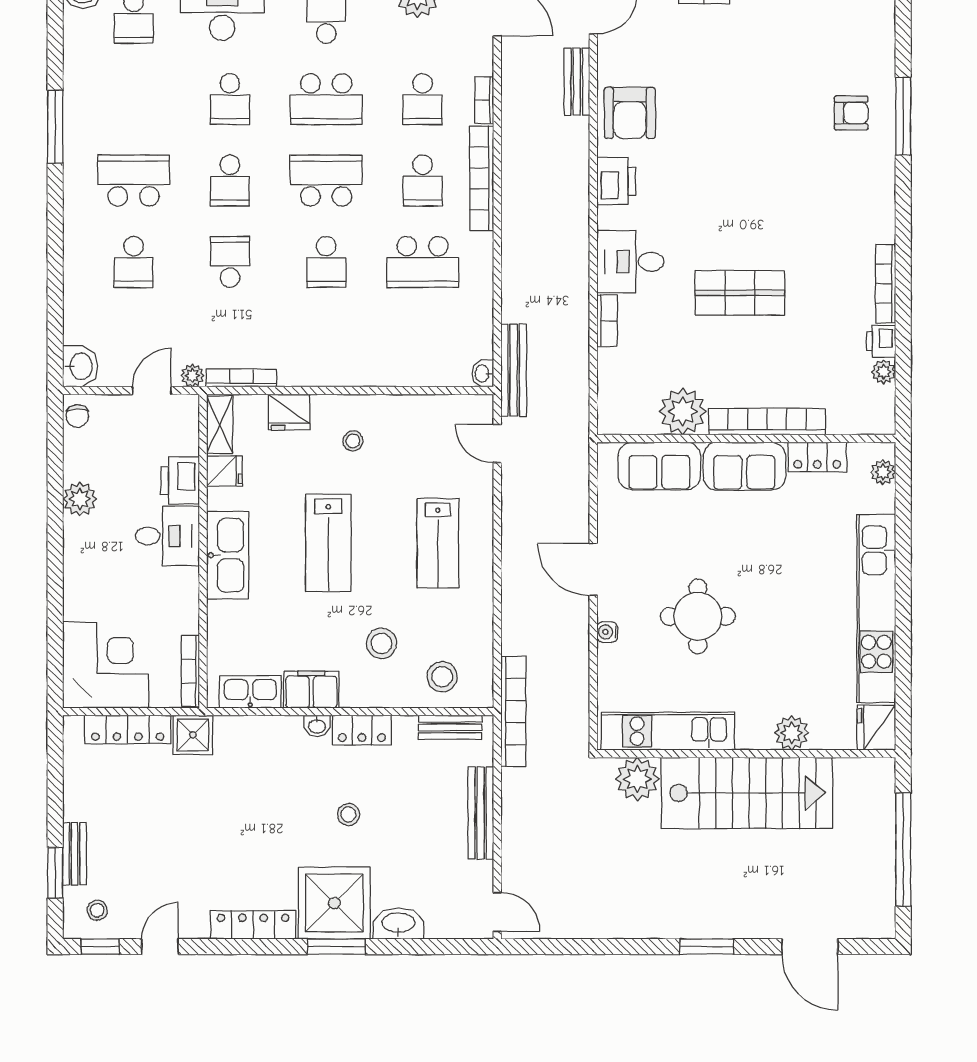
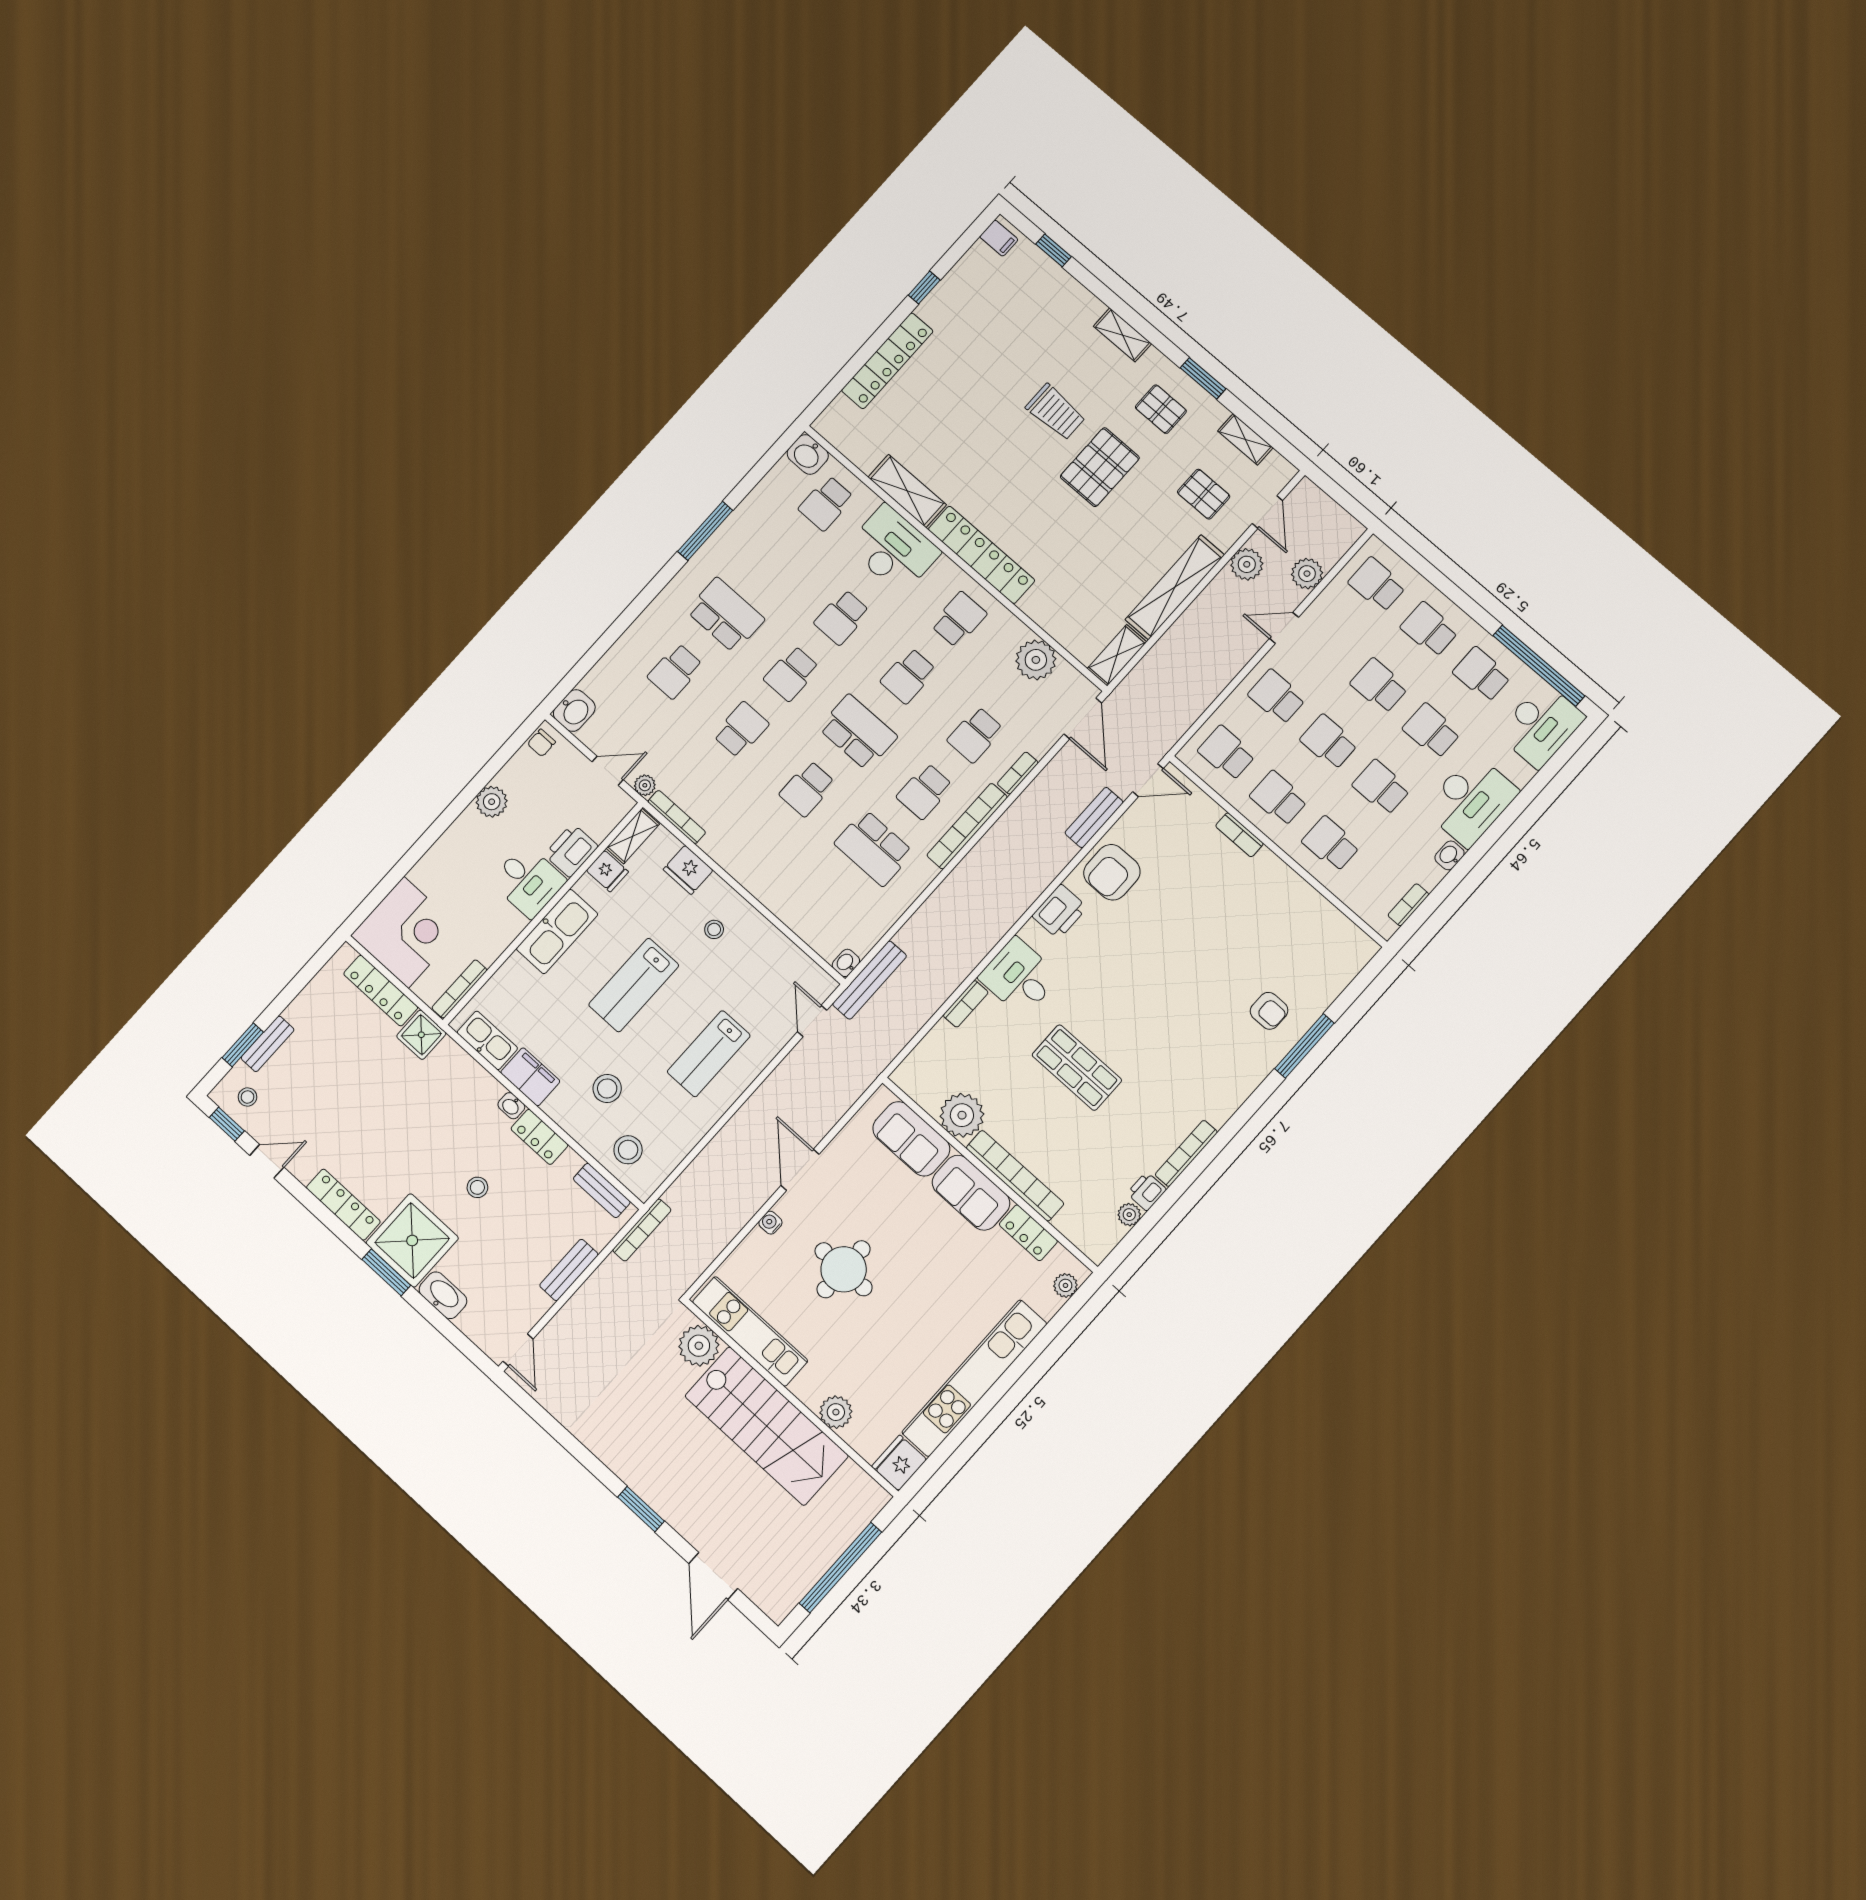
school desk: (326, 99) -> (908, 676), width x0.54
bookcase: (513, 712) -> (642, 1230), width x0.68, depth x0.76
bench: (481, 813) -> (569, 1270), width x0.73

